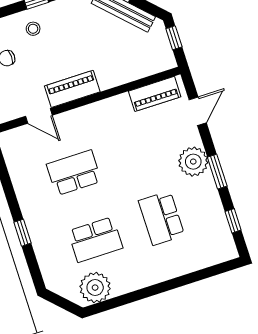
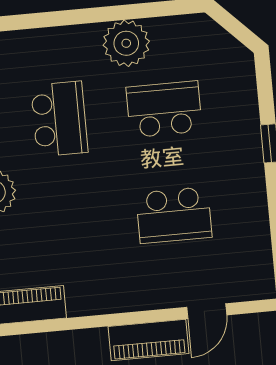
door: (39, 116) -> (207, 311), swing flipped
plant: (95, 288) -> (126, 43), moved

